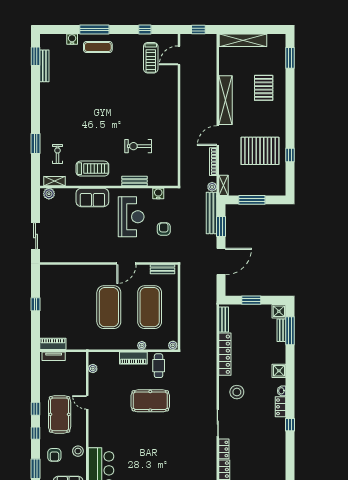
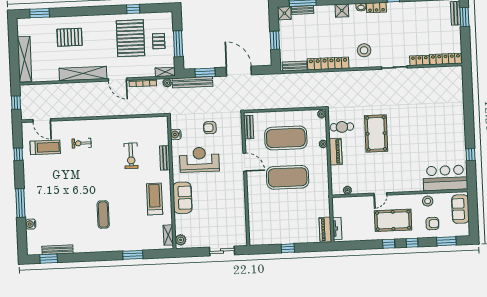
exercise mat: (98, 47) -> (103, 214), moved
exercise bike: (57, 154) -> (82, 143), moved
pallet: (256, 180) -> (159, 41), added

